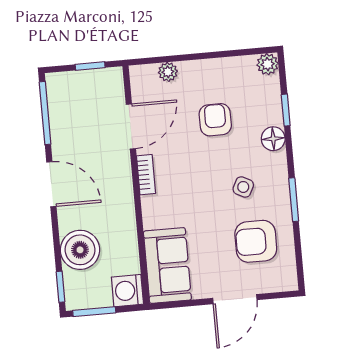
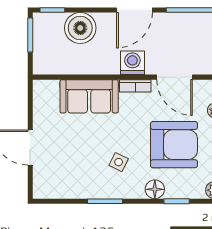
armchair: (215, 120) -> (174, 145), width x1.88, depth x1.88
armchair: (256, 241) -> (75, 168), removed
sofa: (167, 266) -> (89, 96), moved
washing machine: (127, 291) -> (132, 63), moved

